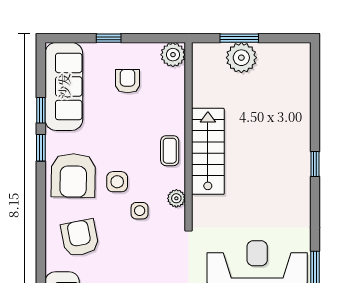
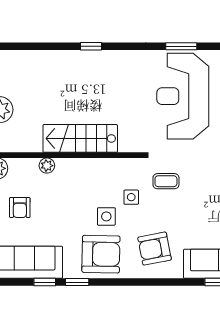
armchair: (128, 81) -> (20, 208), turned -90
coffee table: (170, 151) -> (166, 181), moved
plant: (176, 198) -> (47, 166), moved

